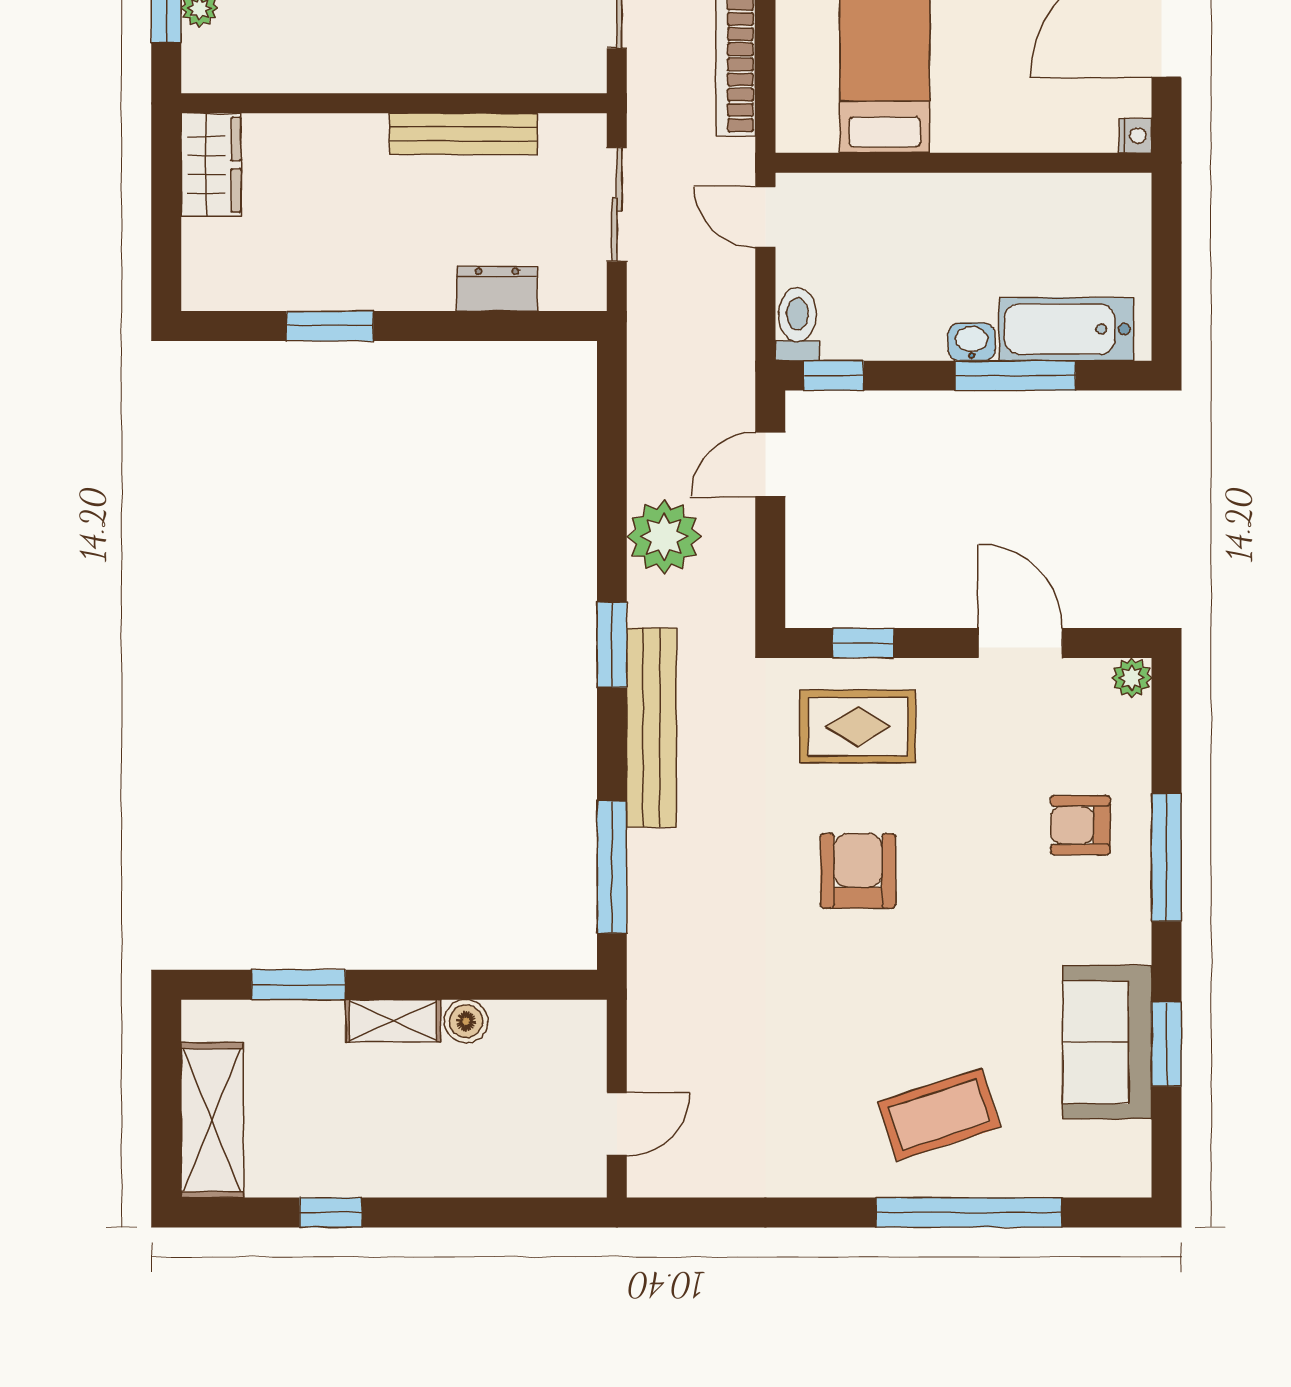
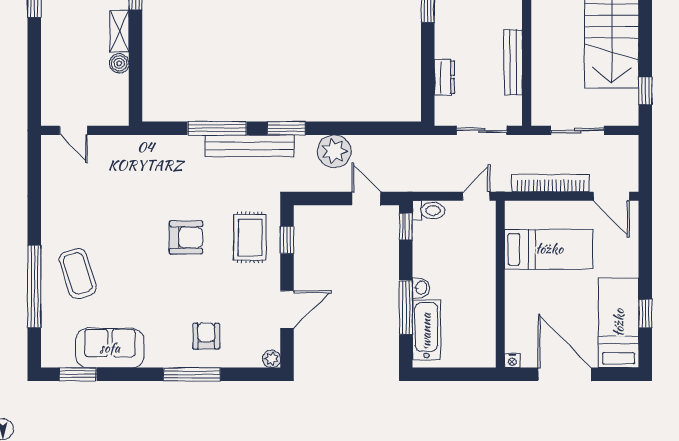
window: (612, 867) -> (217, 128), moved
window: (1166, 1044) -> (78, 374), moved

